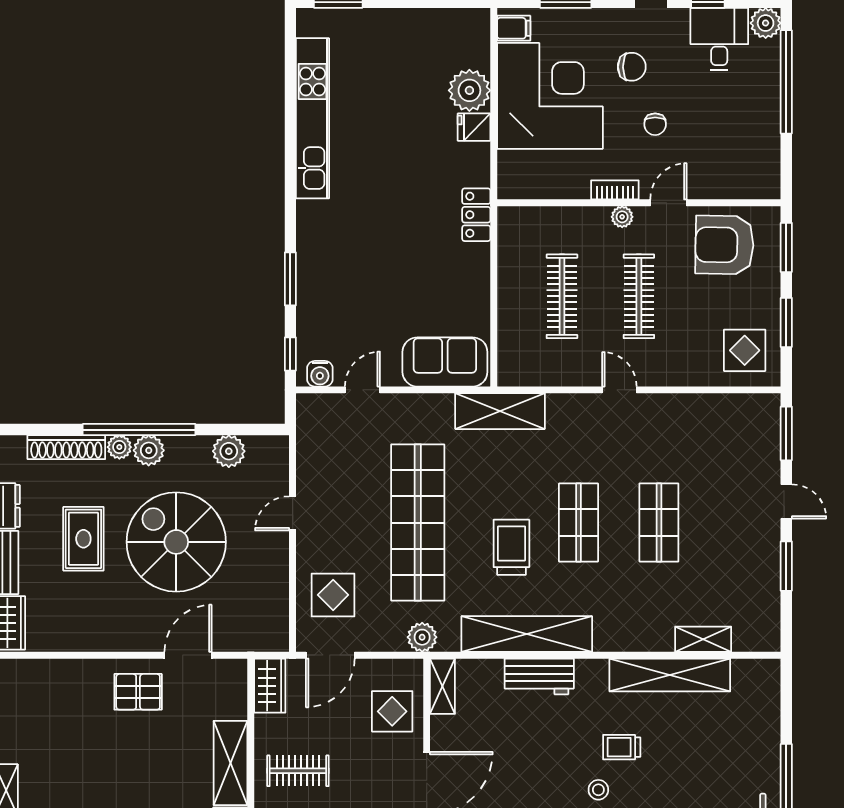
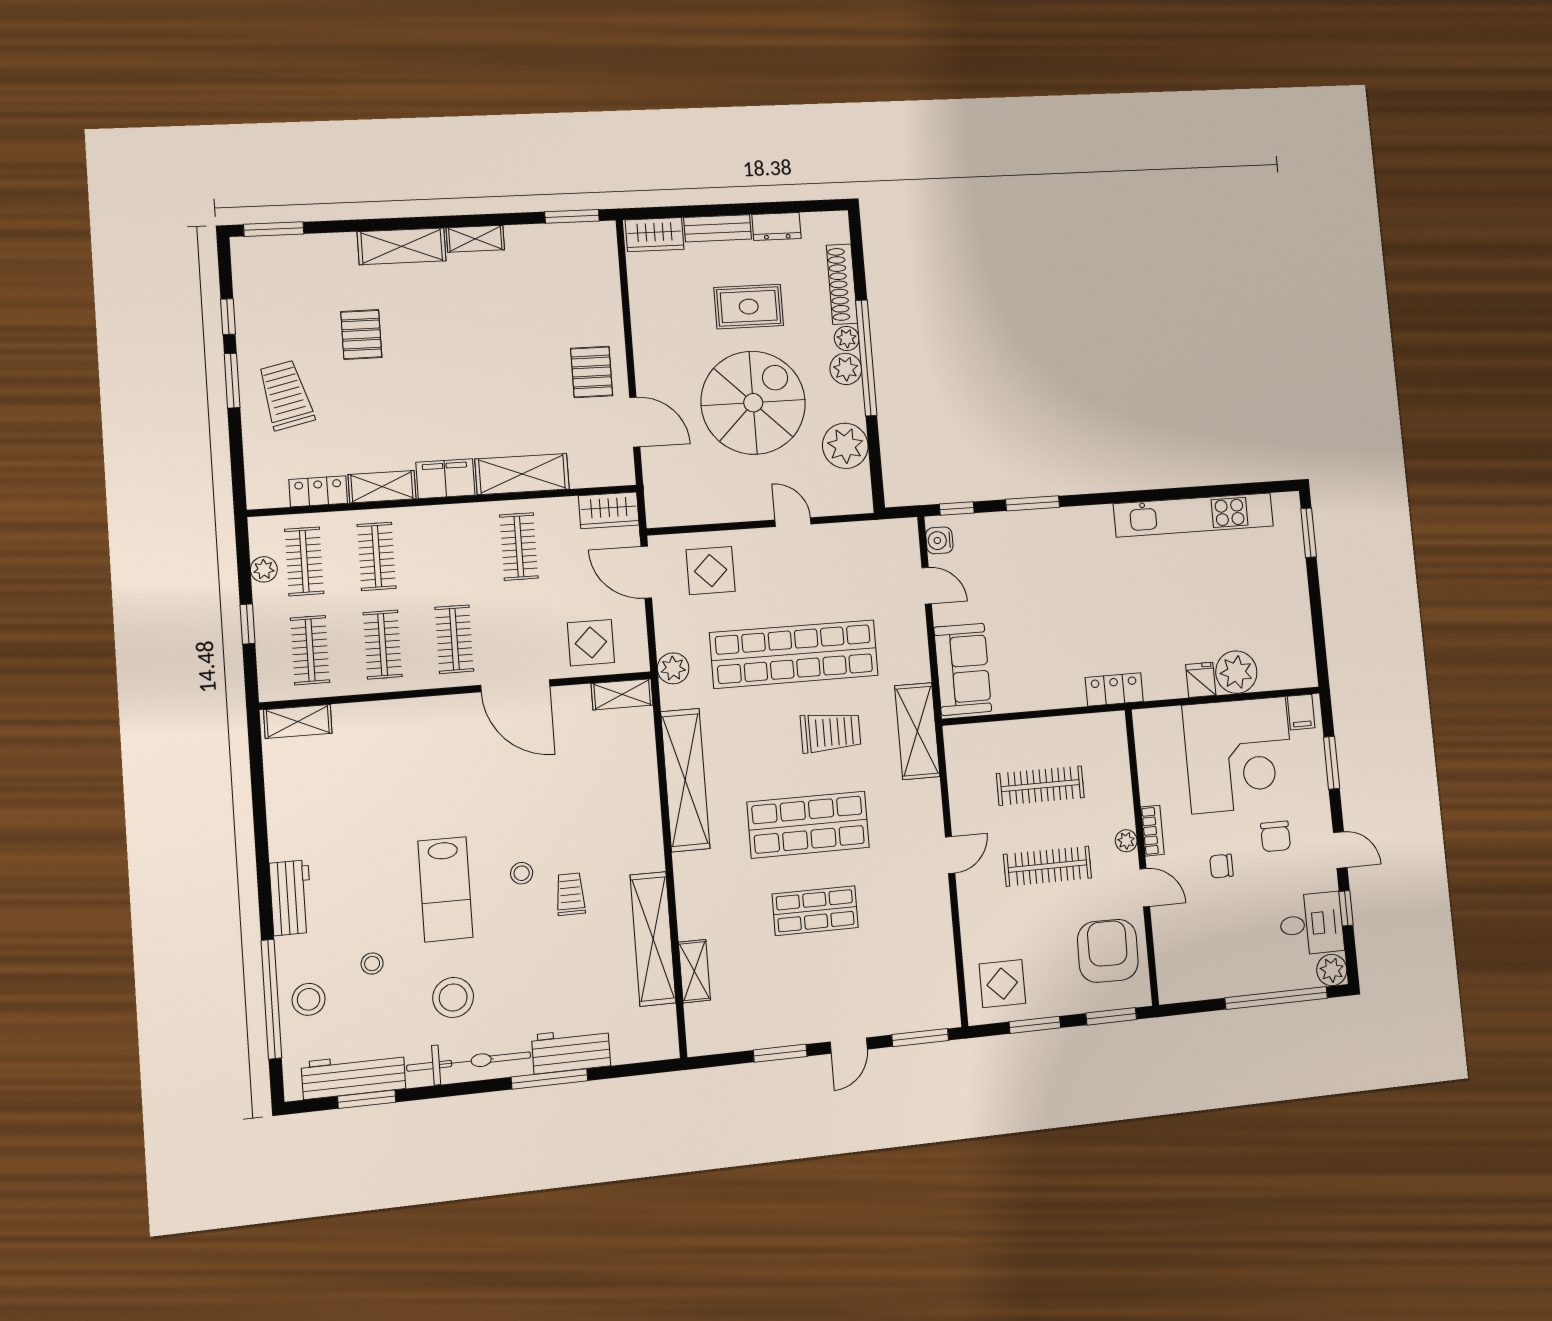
plant: (229, 451) -> (845, 446), width x1.36, depth x1.36
shop shelf: (579, 523) -> (808, 825), width x1.43, depth x1.36
trolley: (511, 547) -> (831, 732), moved
workbench: (539, 676) -> (571, 1050), moved, turned 90

